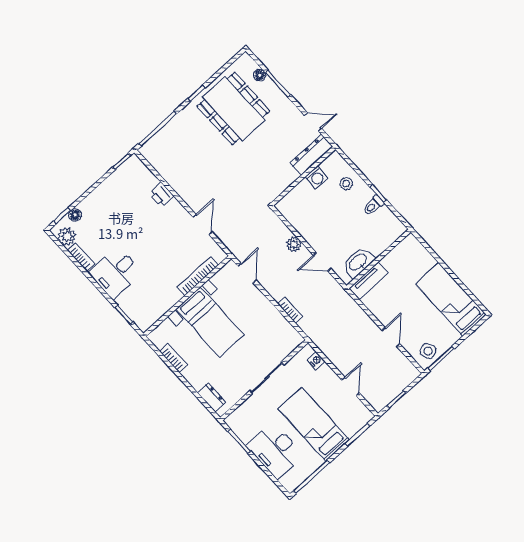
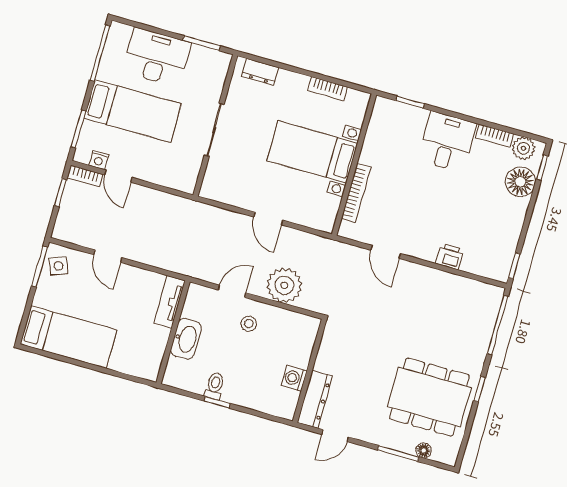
stool: (346, 184) -> (249, 324), moved
floor lamp: (75, 215) -> (520, 182), width x1.89, depth x1.89
plant: (294, 244) -> (284, 285), width x1.87, depth x1.87
washbasin: (358, 262) -> (186, 339), moved
door: (247, 273) -> (268, 219), moved
bookcase: (290, 310) -> (85, 176), moved
nightstand: (316, 361) -> (99, 160), moved

